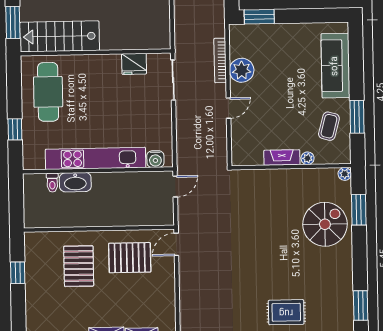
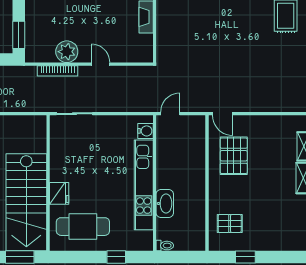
stairs: (60, 36) -> (26, 202), width x1.36, depth x1.51
fridge: (134, 64) -> (59, 193), moved
toilet: (52, 183) -> (165, 246), moved
door: (175, 186) -> (170, 114), hinge flipped
pallet: (79, 266) -> (230, 224), moved, width x0.67, depth x0.71

